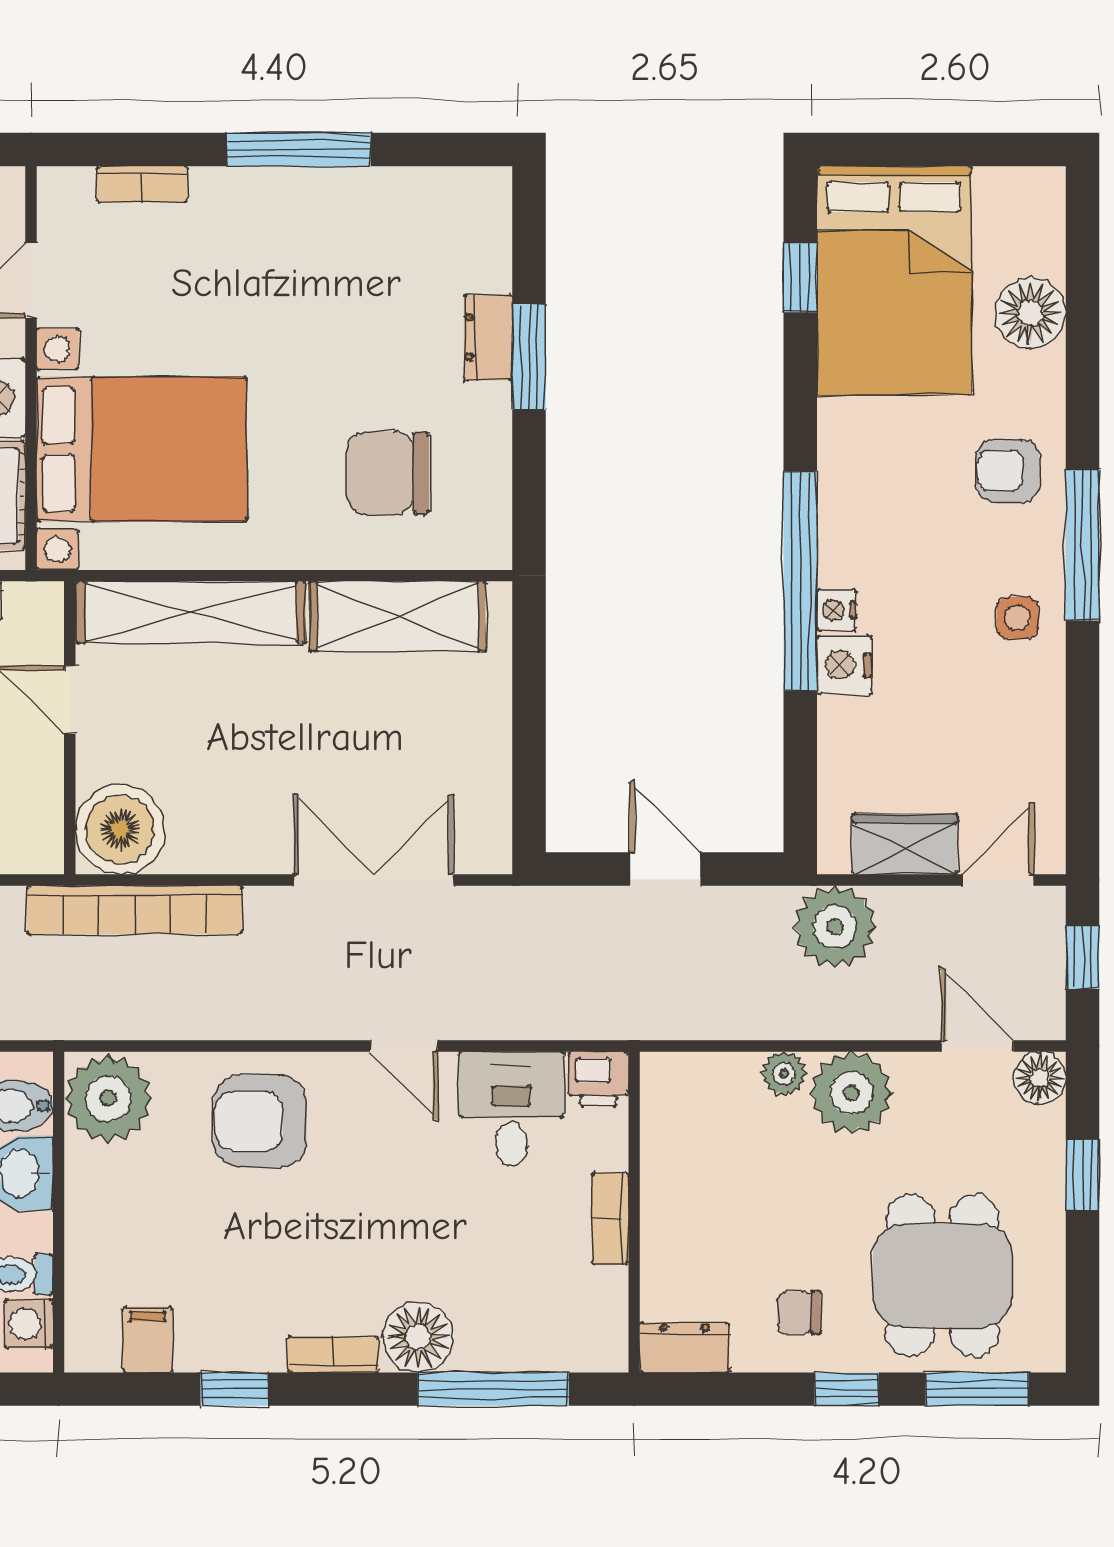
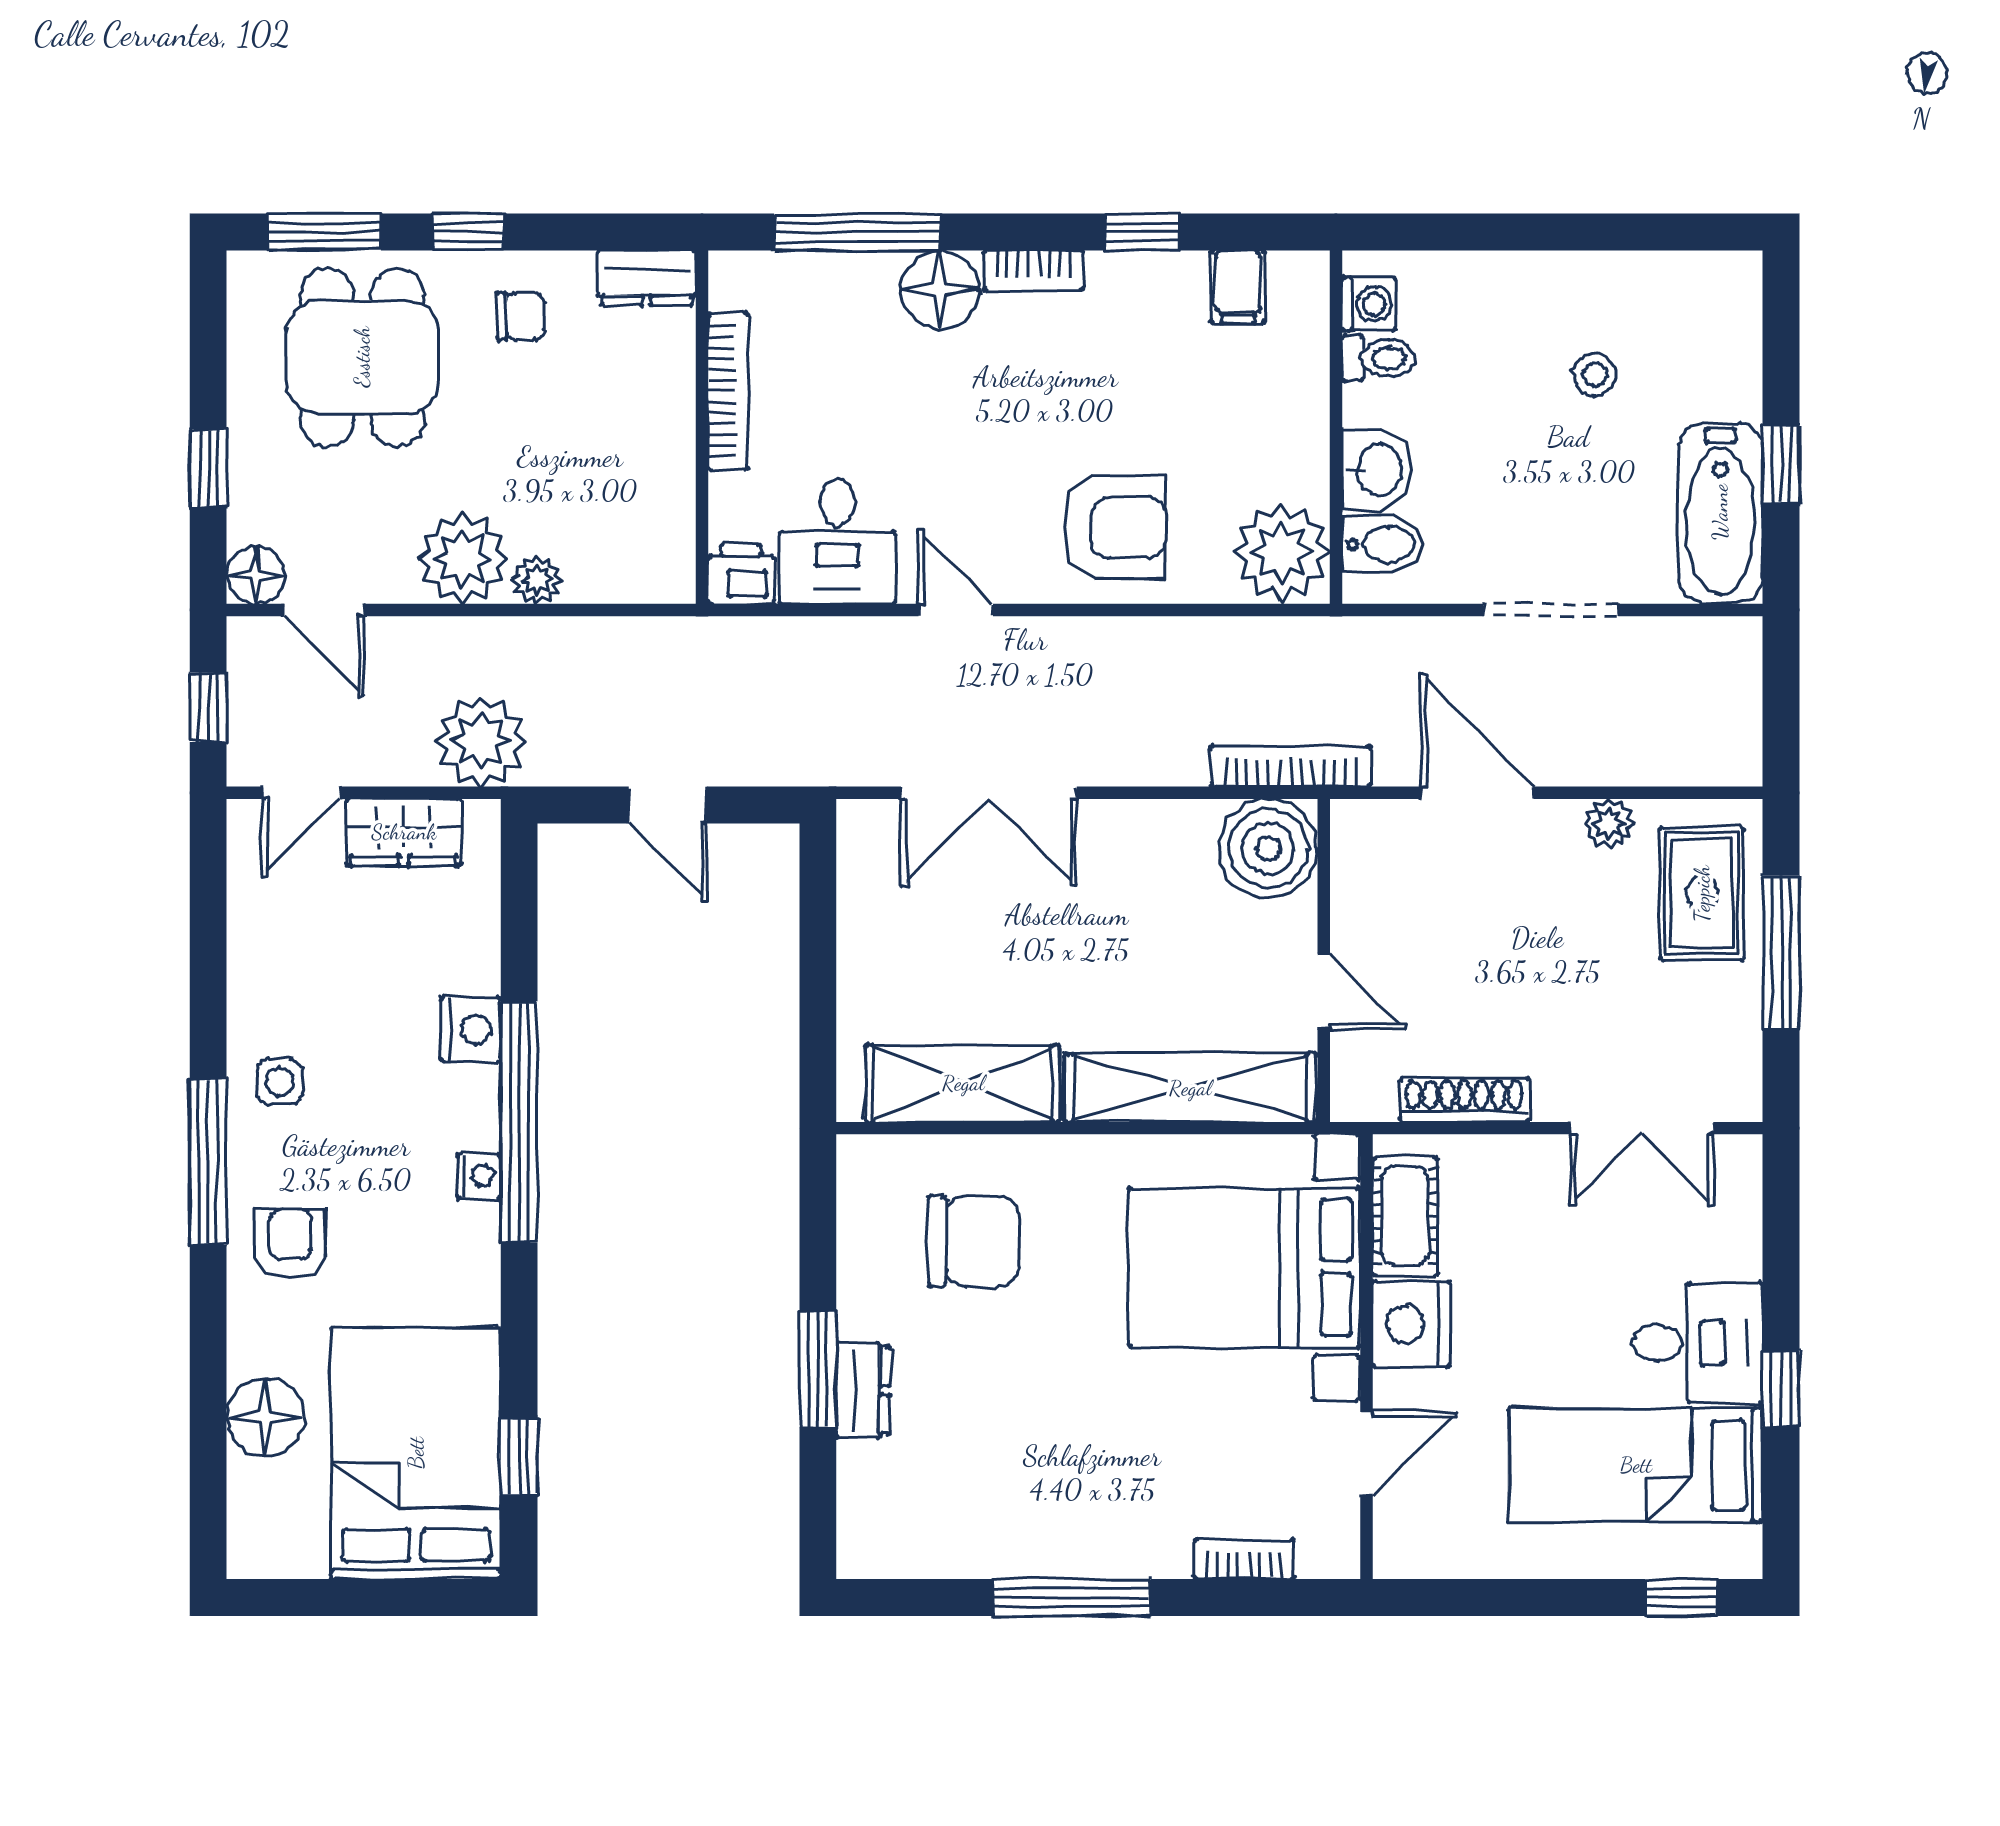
armchair: (1008, 471) -> (290, 1244), turned -90
nightstand: (836, 610) -> (479, 1176), moved
bookcase: (135, 910) -> (1291, 766), width x0.68, depth x0.76
bookcase: (610, 1219) -> (728, 391), width x1.56

